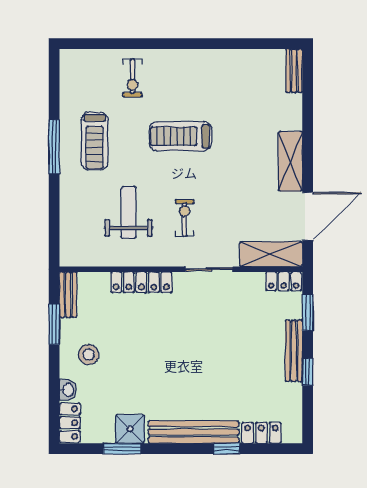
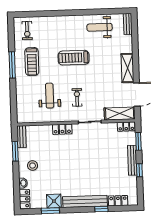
weight bench: (236, 76) -> (100, 27), added
exercise bike: (132, 78) -> (27, 31), moved
locker: (141, 282) -> (62, 129), width x0.66

